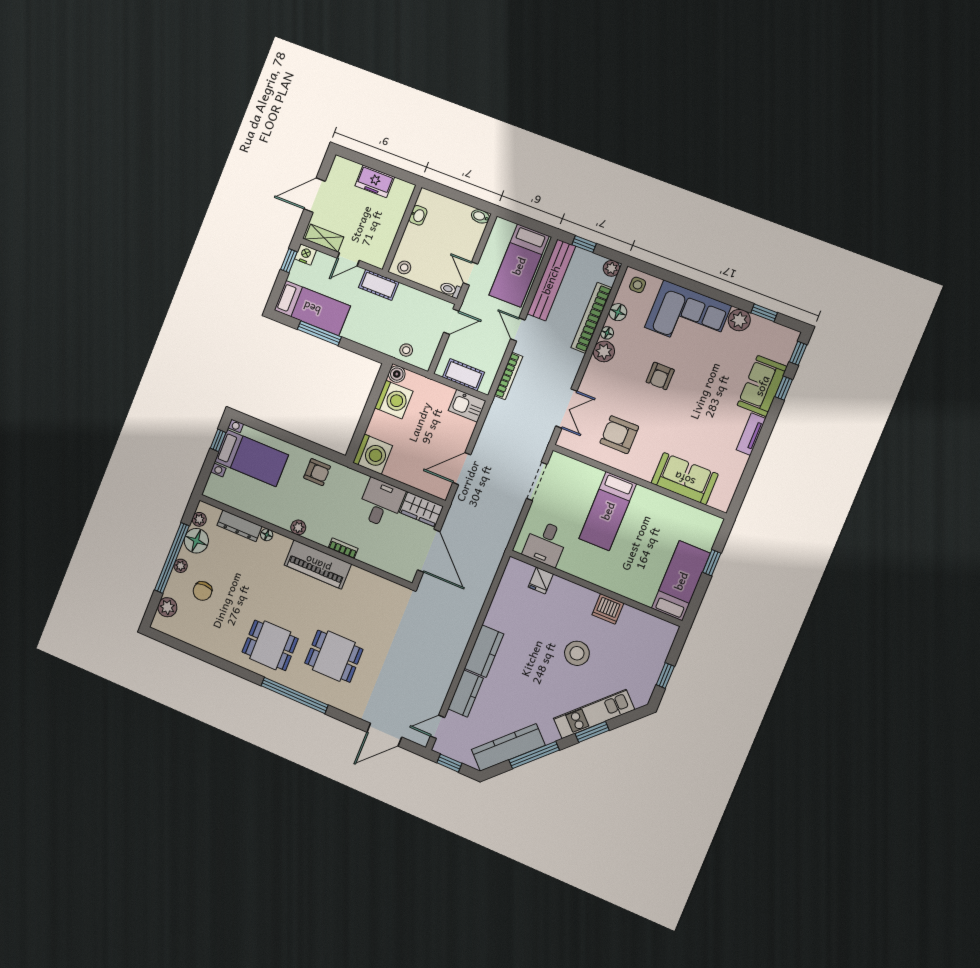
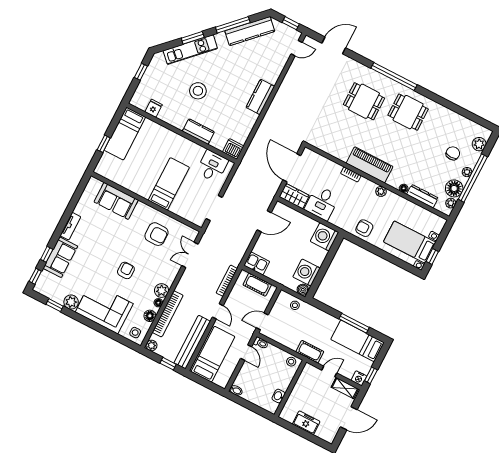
fridge: (541, 580) -> (154, 108), moved
dishwasher: (608, 609) -> (233, 149), moved
kitchen counter: (466, 694) -> (198, 132), moved, turned 90

